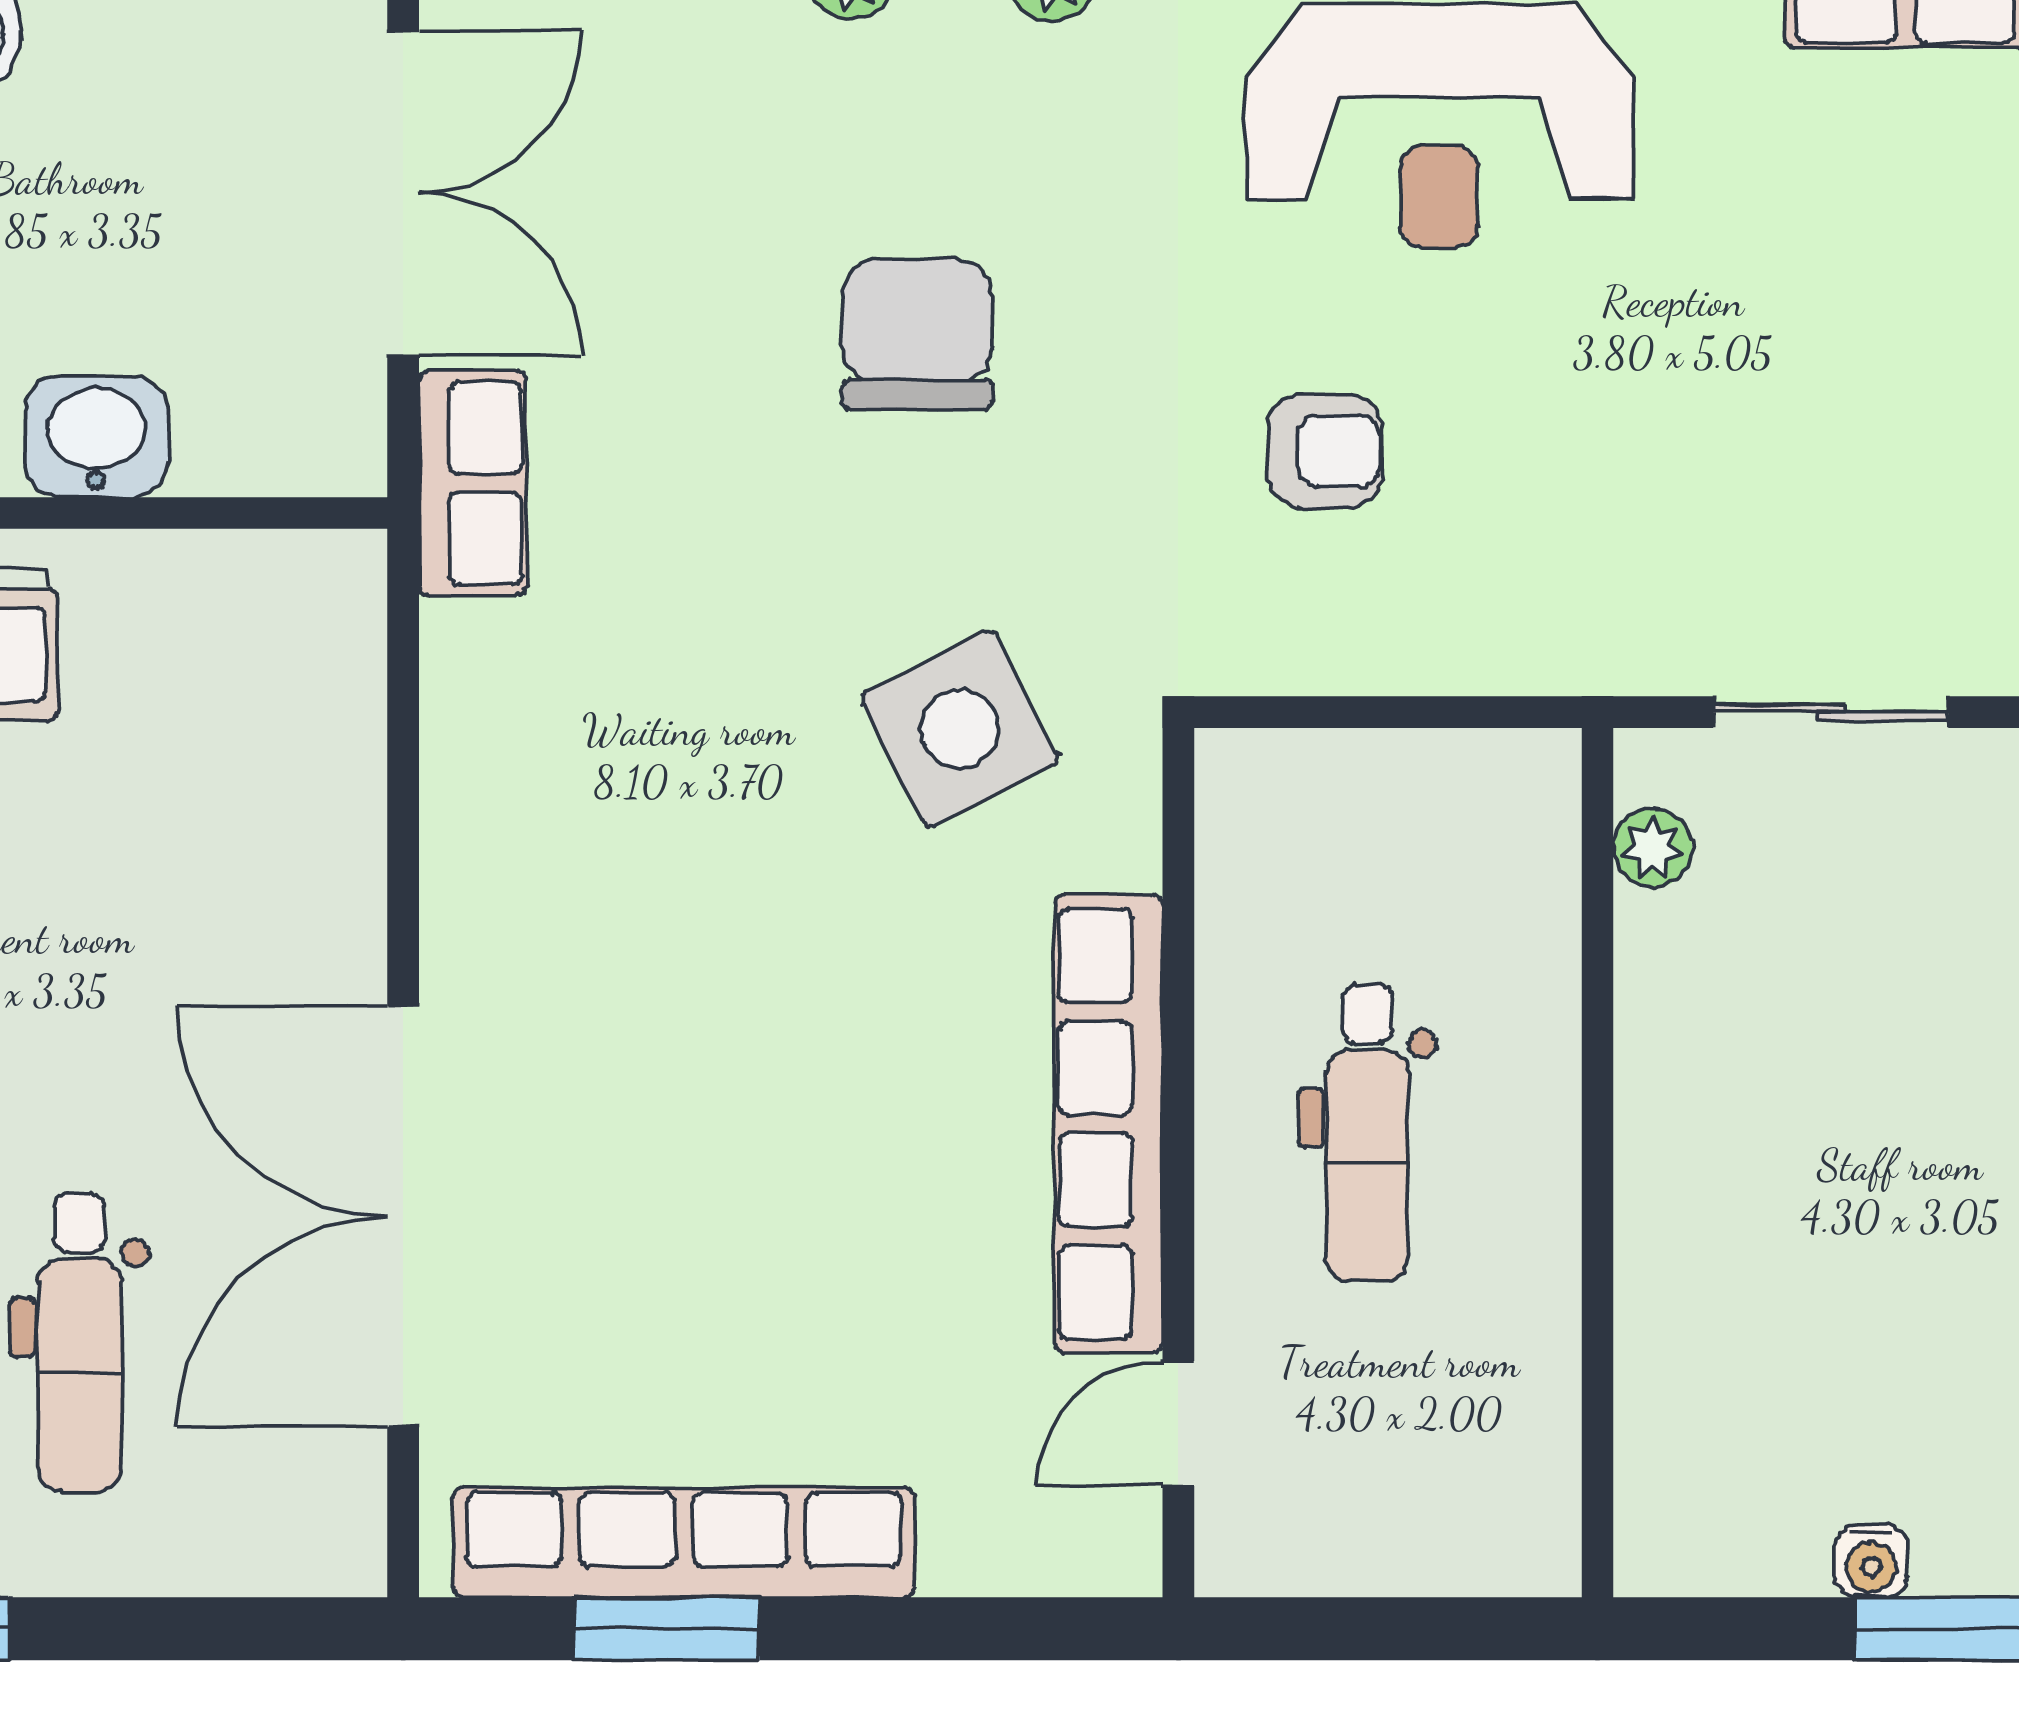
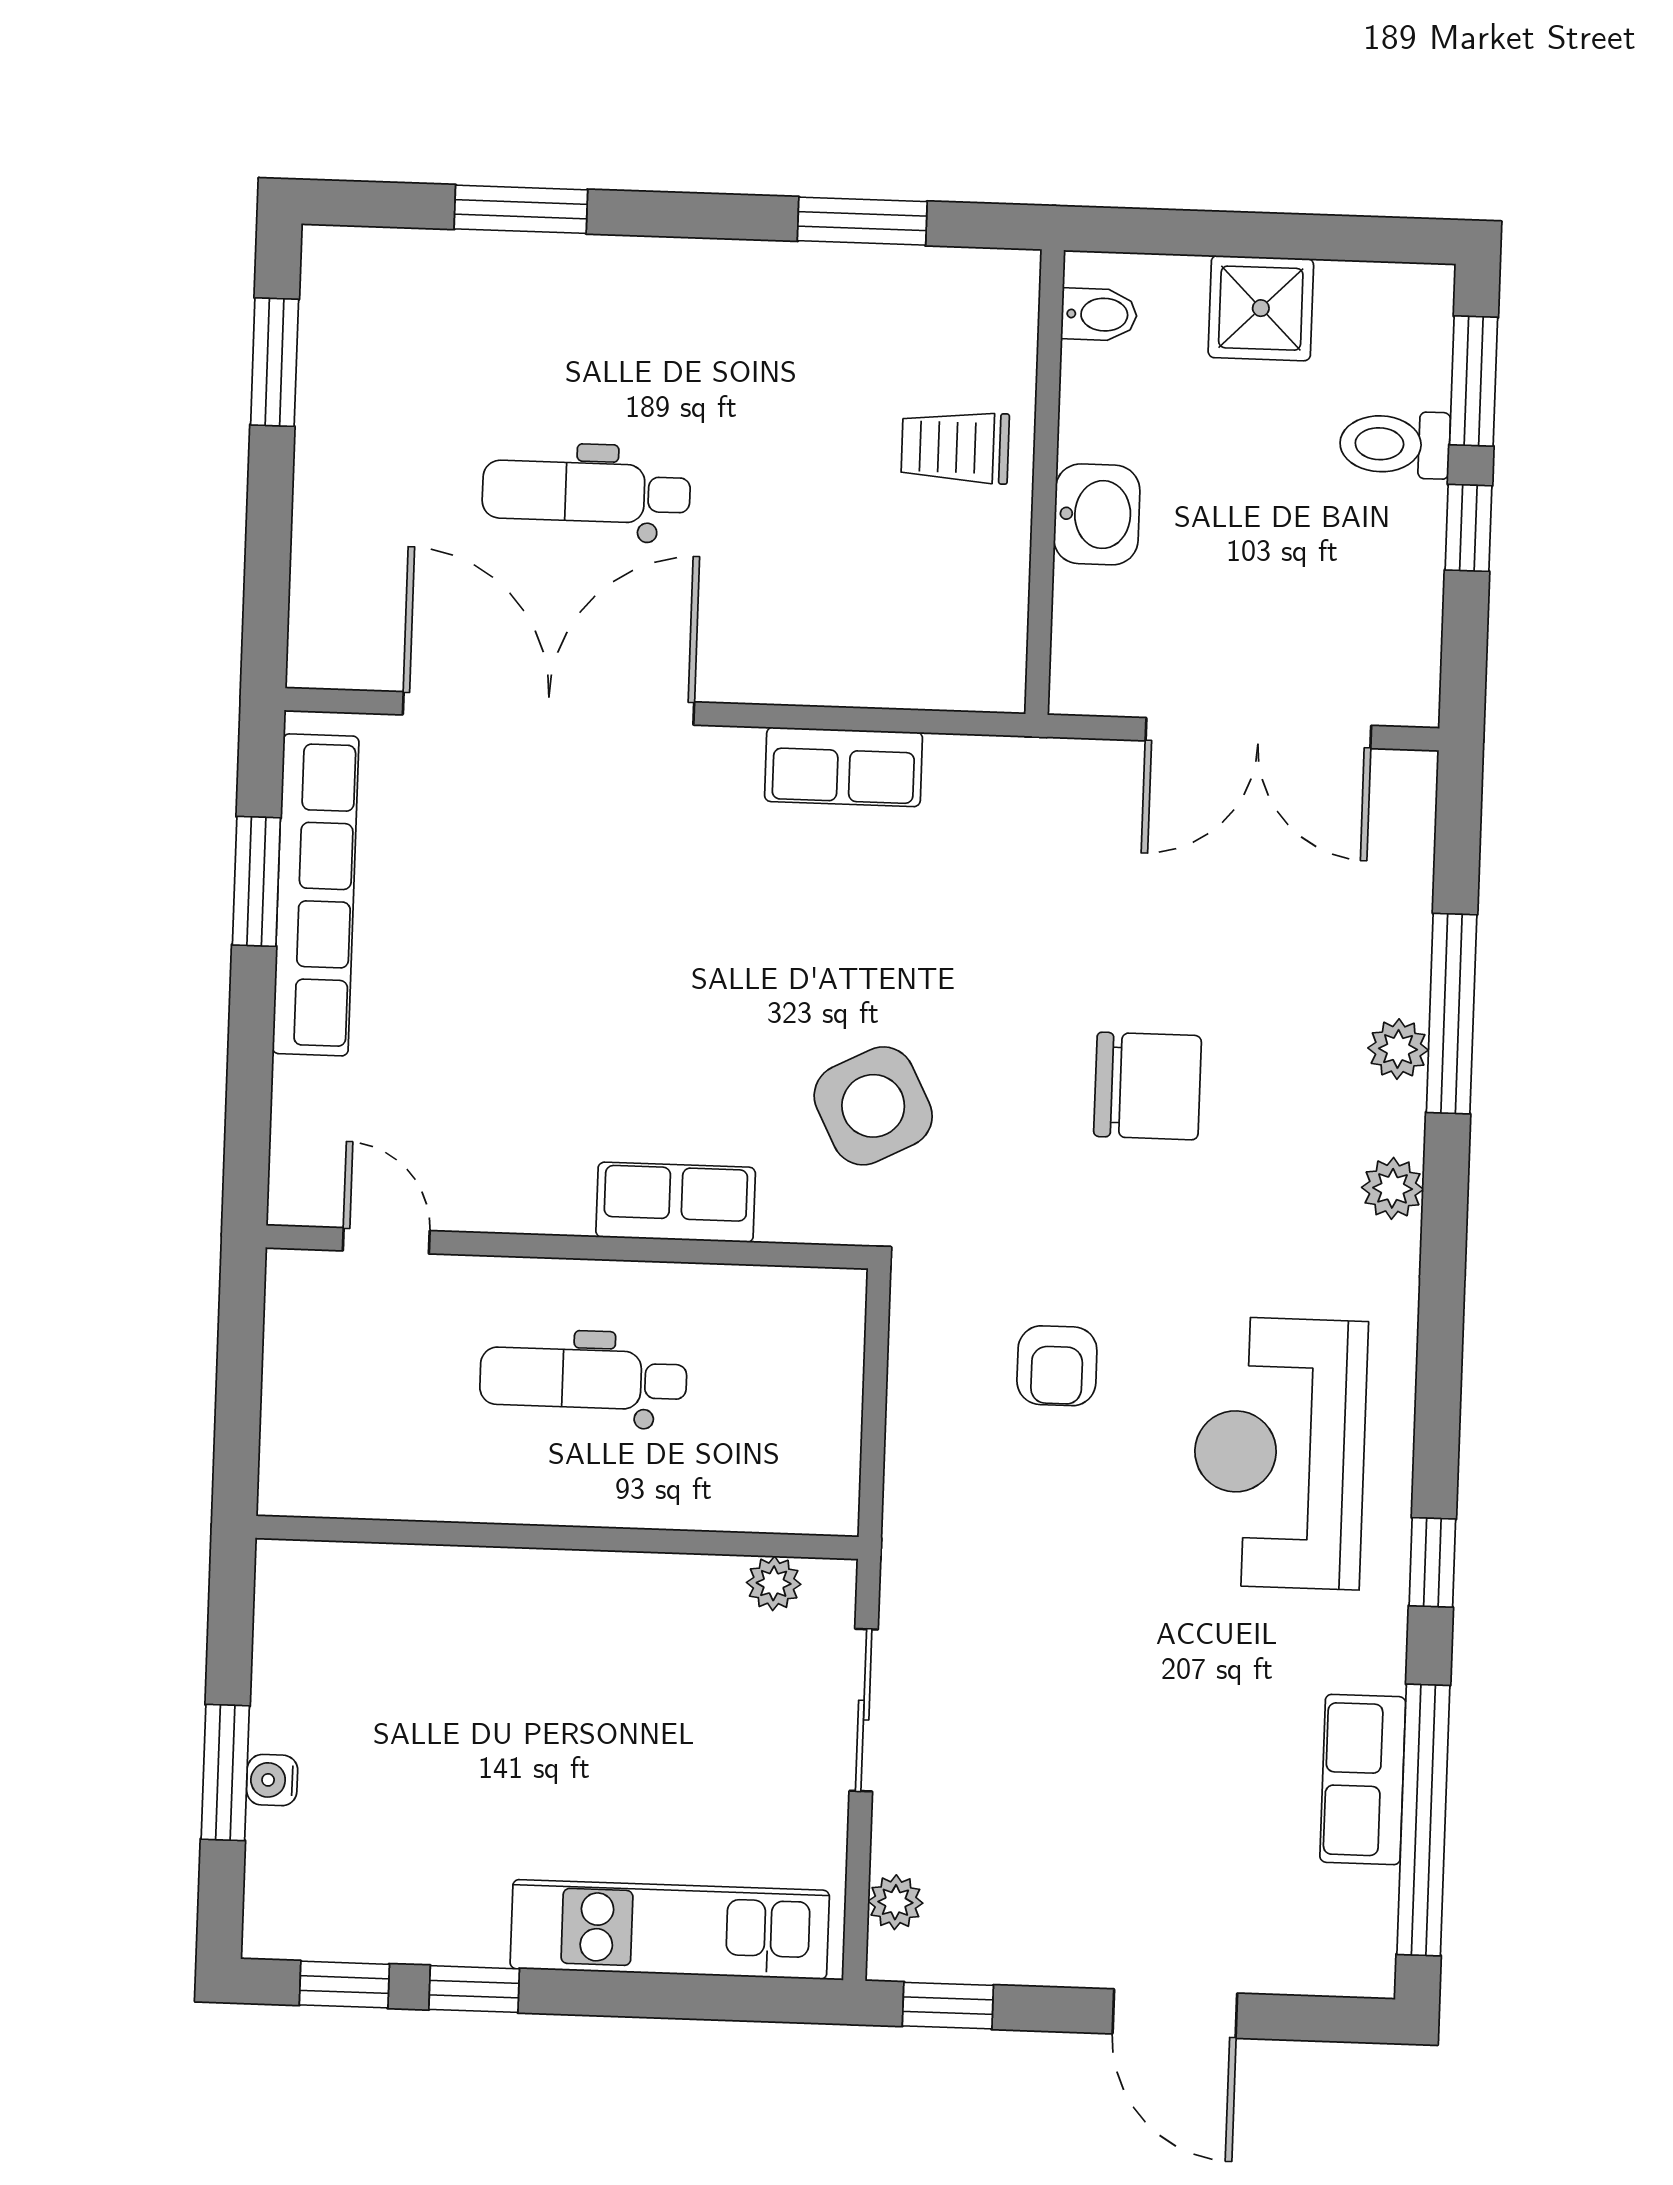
row of seats: (473, 483) -> (844, 767), moved
row of seats: (1108, 1124) -> (676, 1202), width x0.50
dental chair: (80, 1342) -> (586, 492), moved
water cooler: (1871, 1561) -> (272, 1780), moved

